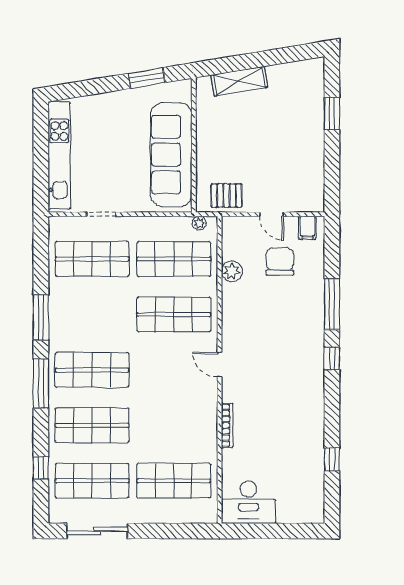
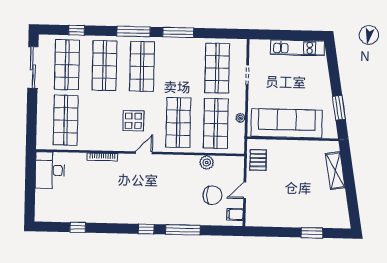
kitchen unit: (59, 156) -> (297, 48), width x0.73
plant: (199, 223) -> (240, 118), moved
display table: (173, 381) -> (133, 121), added

